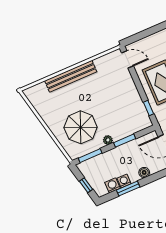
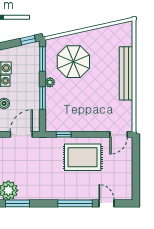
window: (86, 185) -> (28, 40), moved

